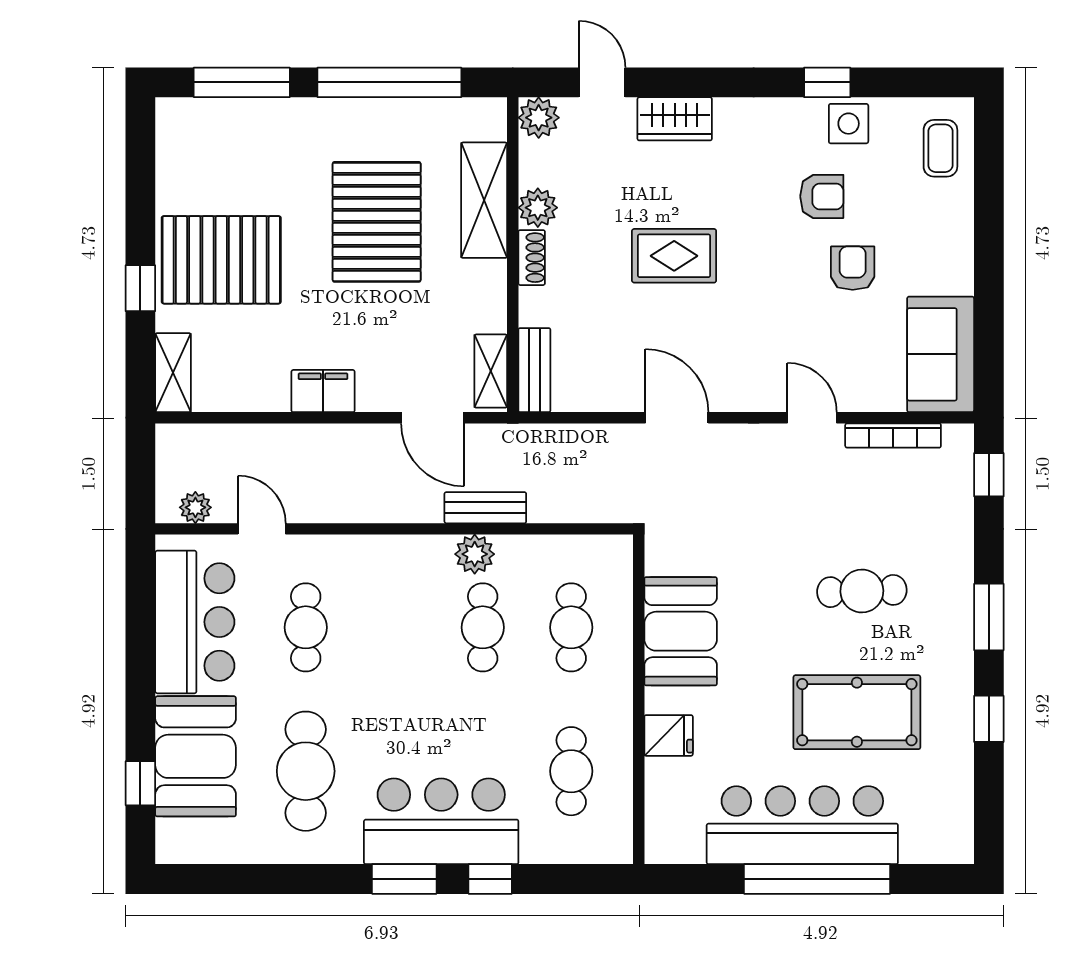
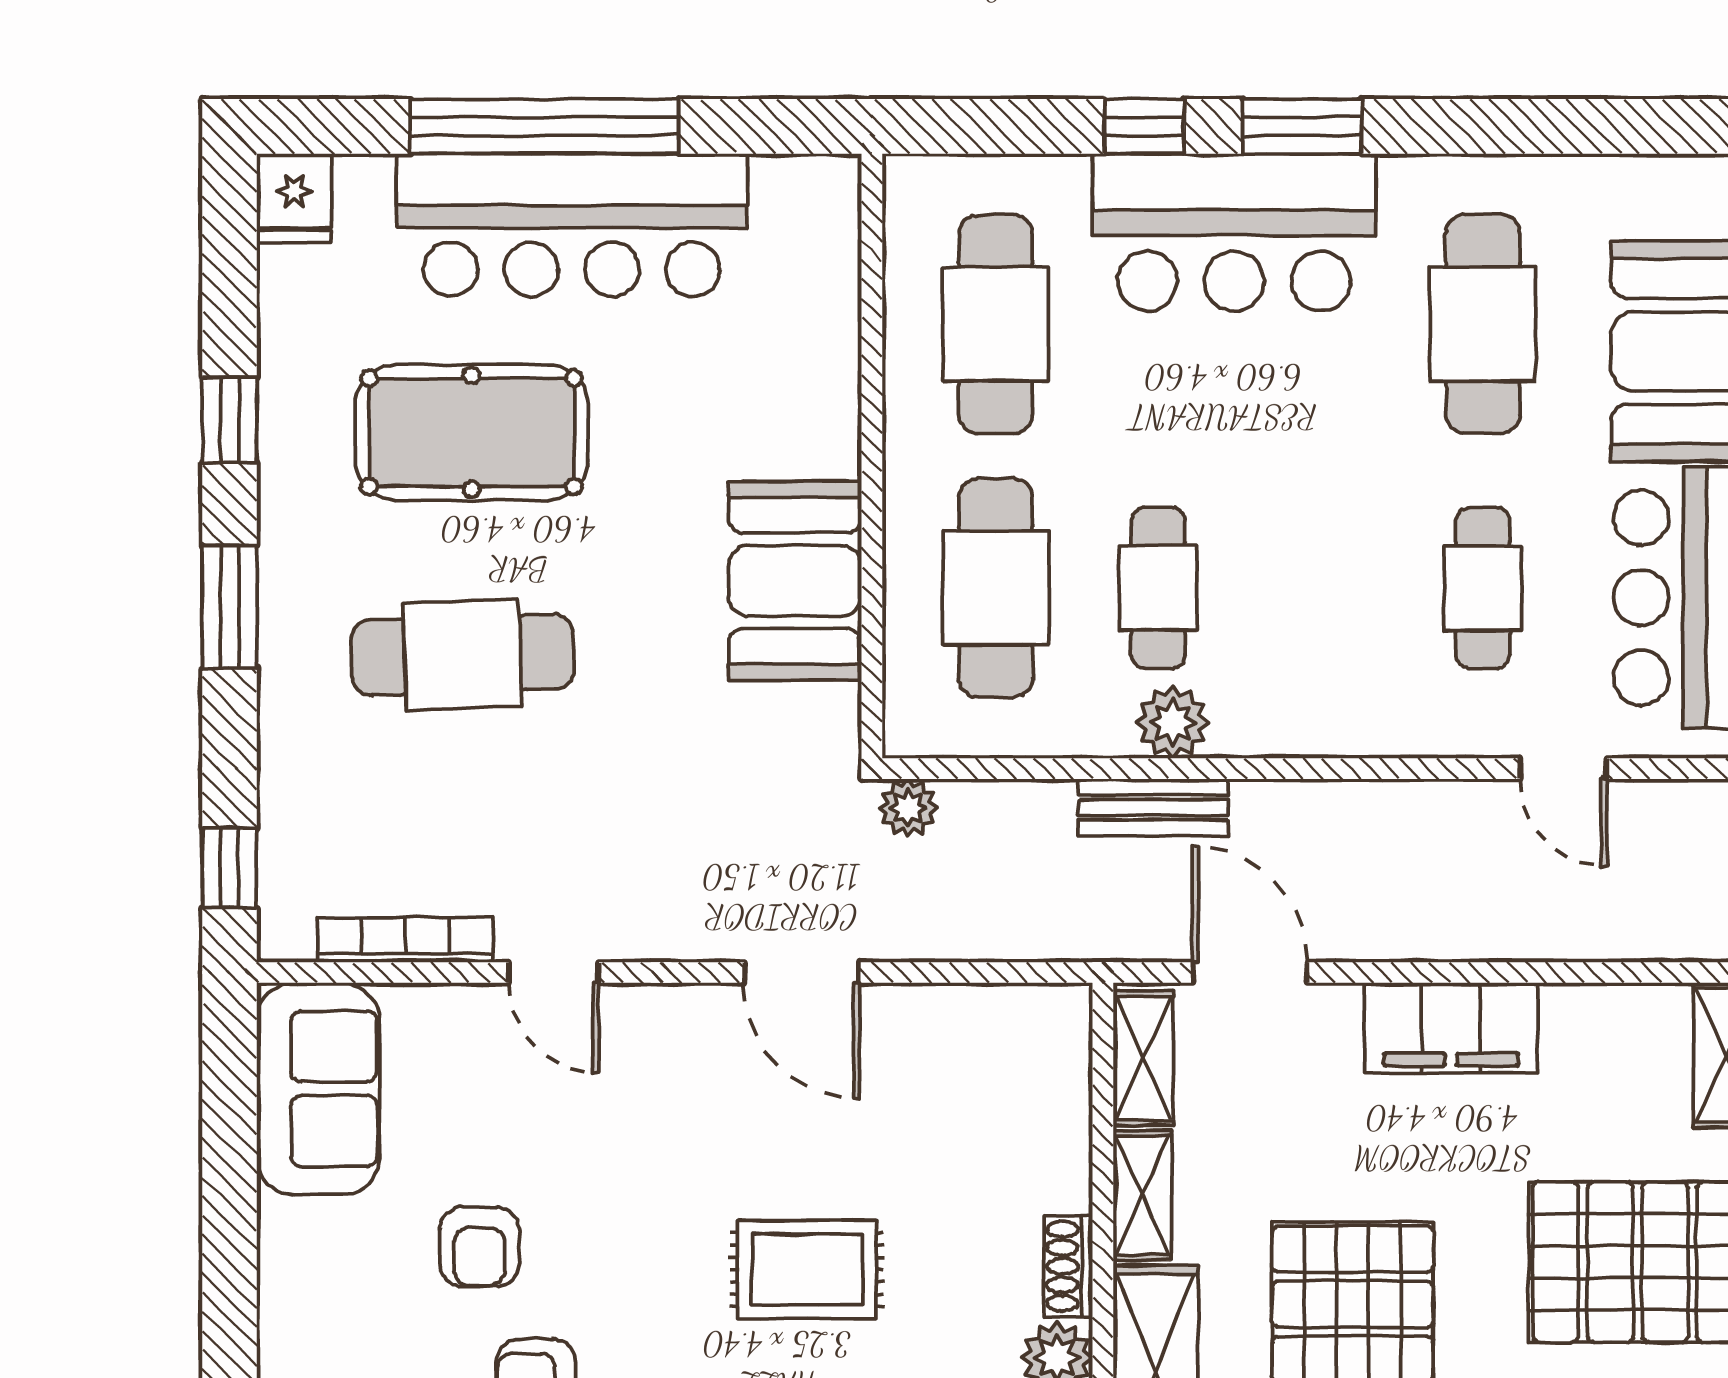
shelving: (491, 296) -> (1142, 1195), added
bench: (534, 370) -> (1063, 1060), removed
filing cabinet: (323, 391) -> (1451, 1028), width x1.50, depth x1.17
plant: (195, 507) -> (908, 808), moved
cafe table: (862, 591) -> (462, 655), width x1.37, depth x1.35
cafe table: (571, 627) -> (996, 588), width x1.37, depth x1.35
fridge: (669, 735) -> (294, 198), moved, turned -90
cafe table: (571, 771) -> (996, 324), width x1.37, depth x1.35

